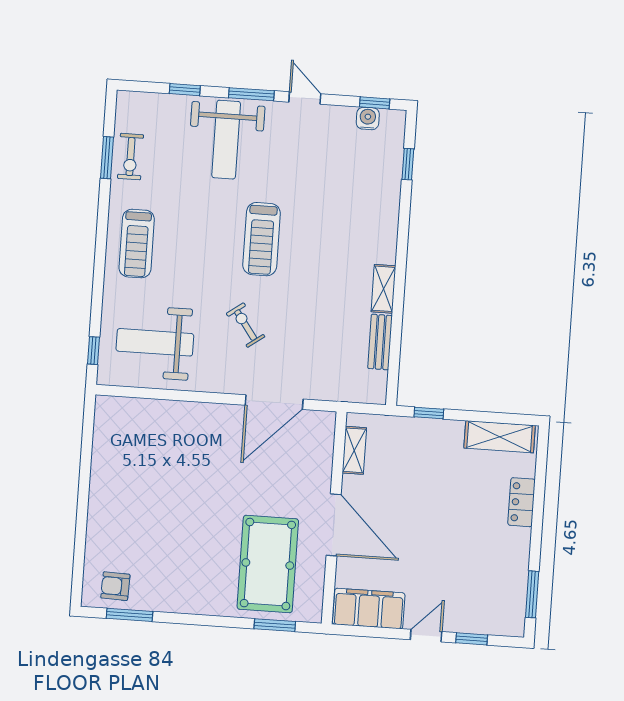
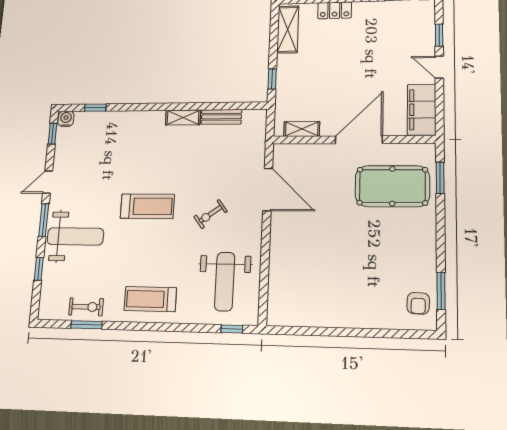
water cooler: (368, 118) -> (66, 119), moved, turned 90
treadmill: (137, 244) -> (150, 299), turned 180

